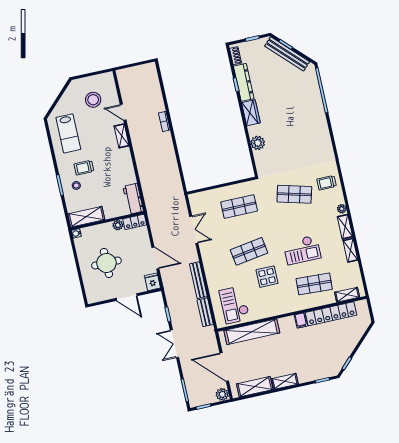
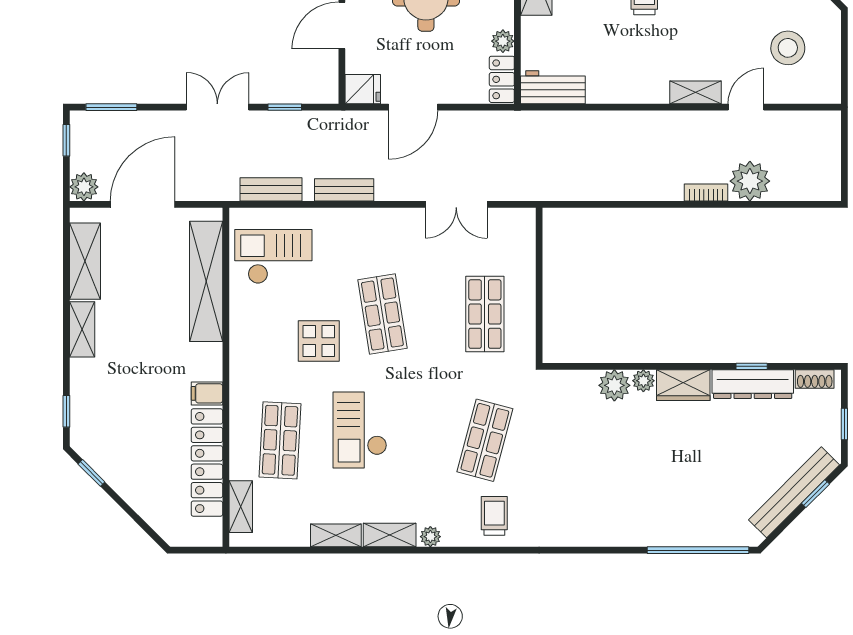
plant: (155, 103) -> (750, 181), added
plant: (253, 131) -> (643, 381), added
bench: (198, 280) -> (344, 190), width x0.73

